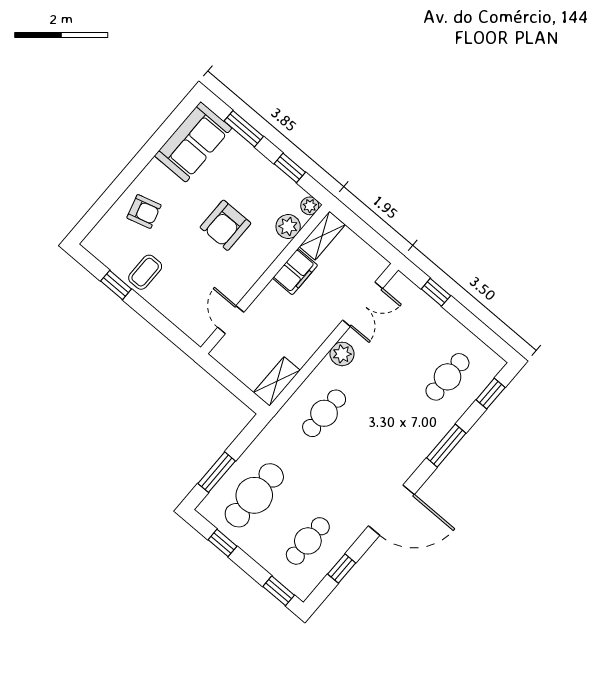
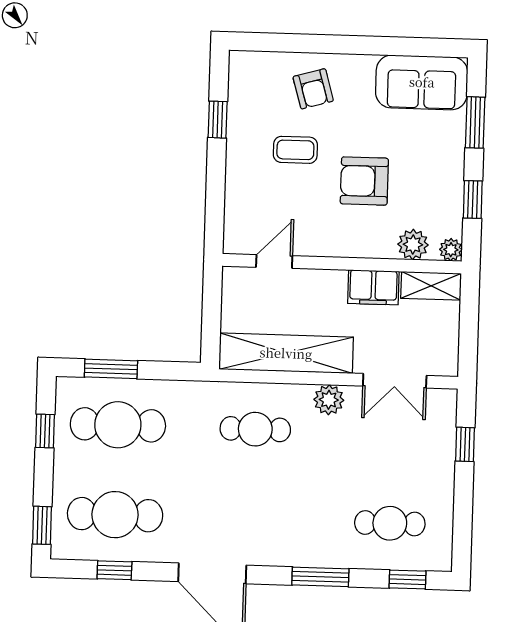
coffee table: (145, 272) -> (295, 150), moved
shelving: (277, 381) -> (286, 353), width x2.20, depth x1.33
cafe table: (308, 541) -> (115, 515), width x1.37, depth x1.35

